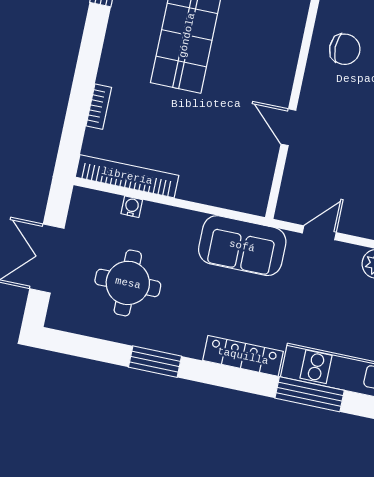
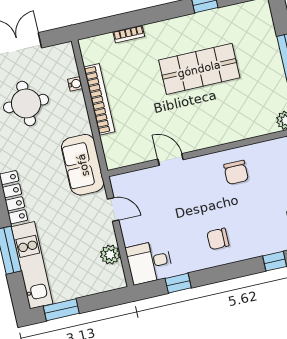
door: (288, 127) -> (171, 159), hinge flipped
bookcase: (127, 176) -> (99, 99), moved

